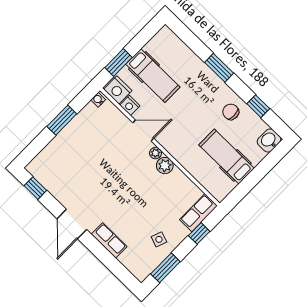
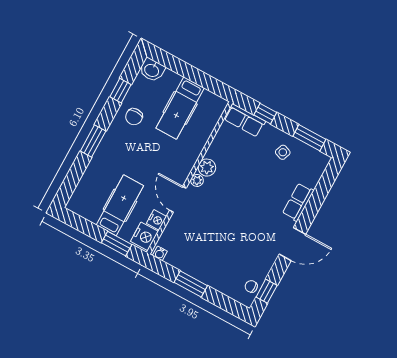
chair: (44, 175) -> (251, 286), added

